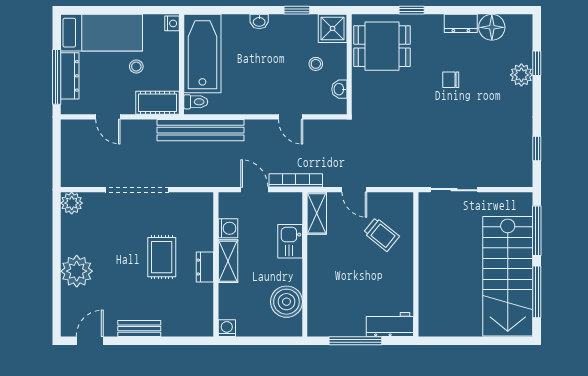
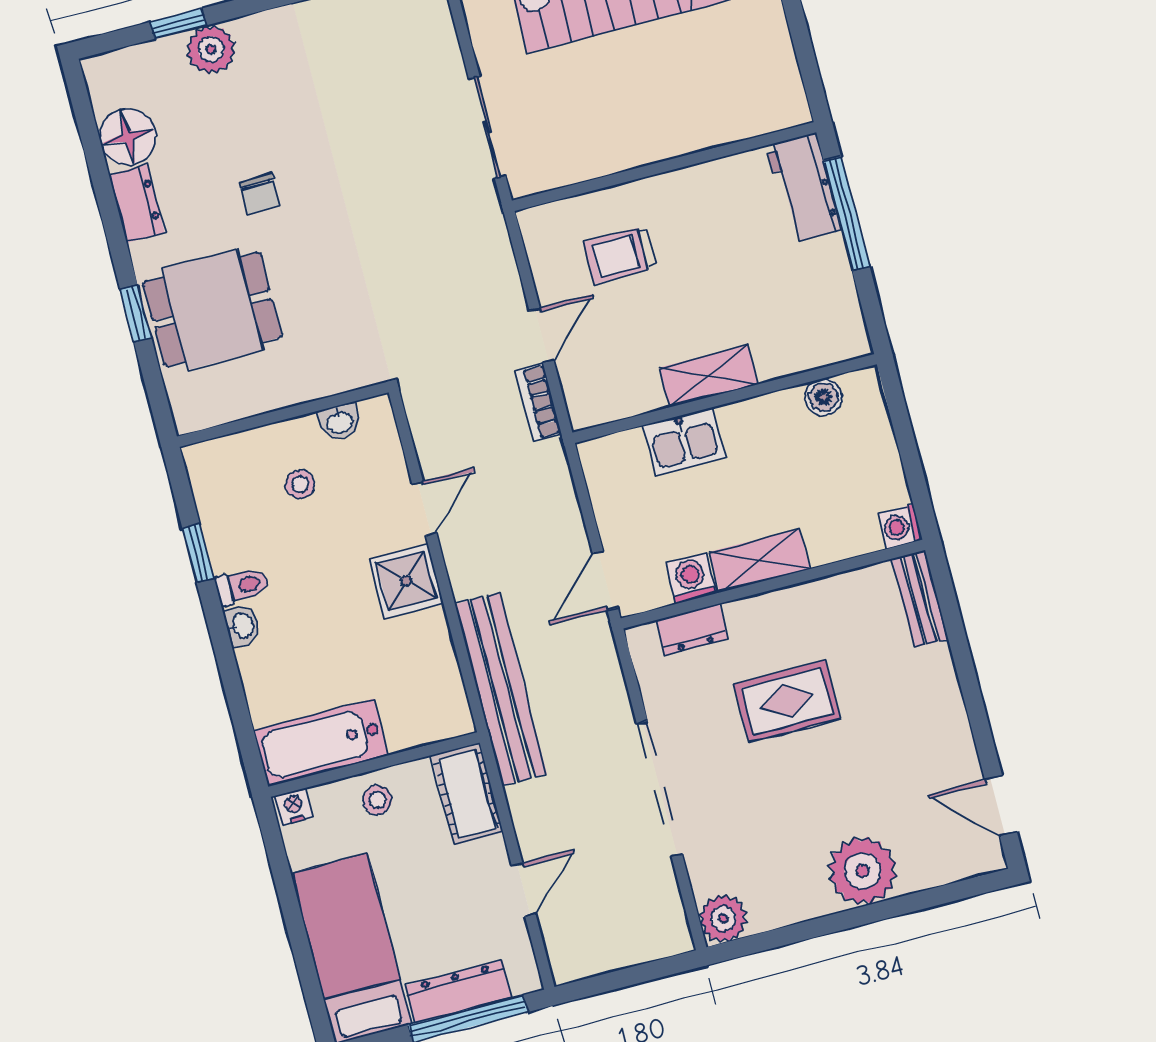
shower: (333, 28) -> (406, 581), moved
dining table: (382, 46) -> (212, 309), moved, turned 90
bathtub: (202, 54) -> (321, 743), width x0.73, depth x0.73
stool: (136, 67) -> (377, 800), moved
toilet: (196, 102) -> (242, 586), moved, turned 90
bookcase: (296, 180) -> (538, 402), moved, width x0.64
door: (254, 190) -> (605, 580), moved
shelving: (317, 213) -> (709, 376), moved
trolley: (381, 234) -> (620, 255), turned -129
dresser: (205, 267) -> (692, 630), moved
boiler: (286, 302) -> (824, 397), width x0.54, depth x0.54
bench: (139, 329) -> (920, 599), moved
window: (355, 341) -> (847, 214), moved

